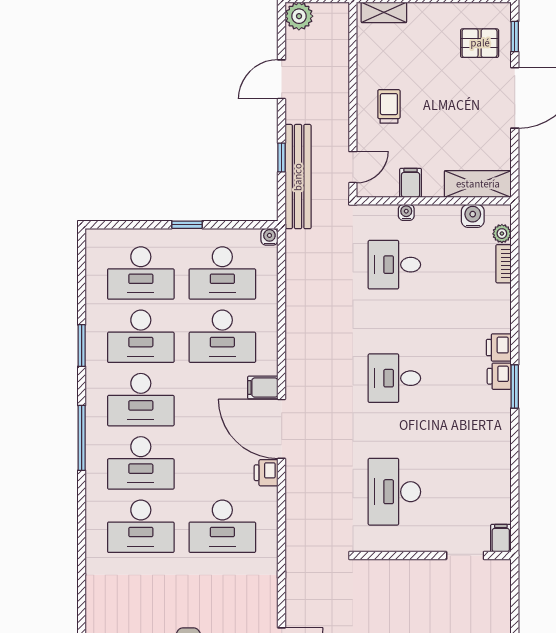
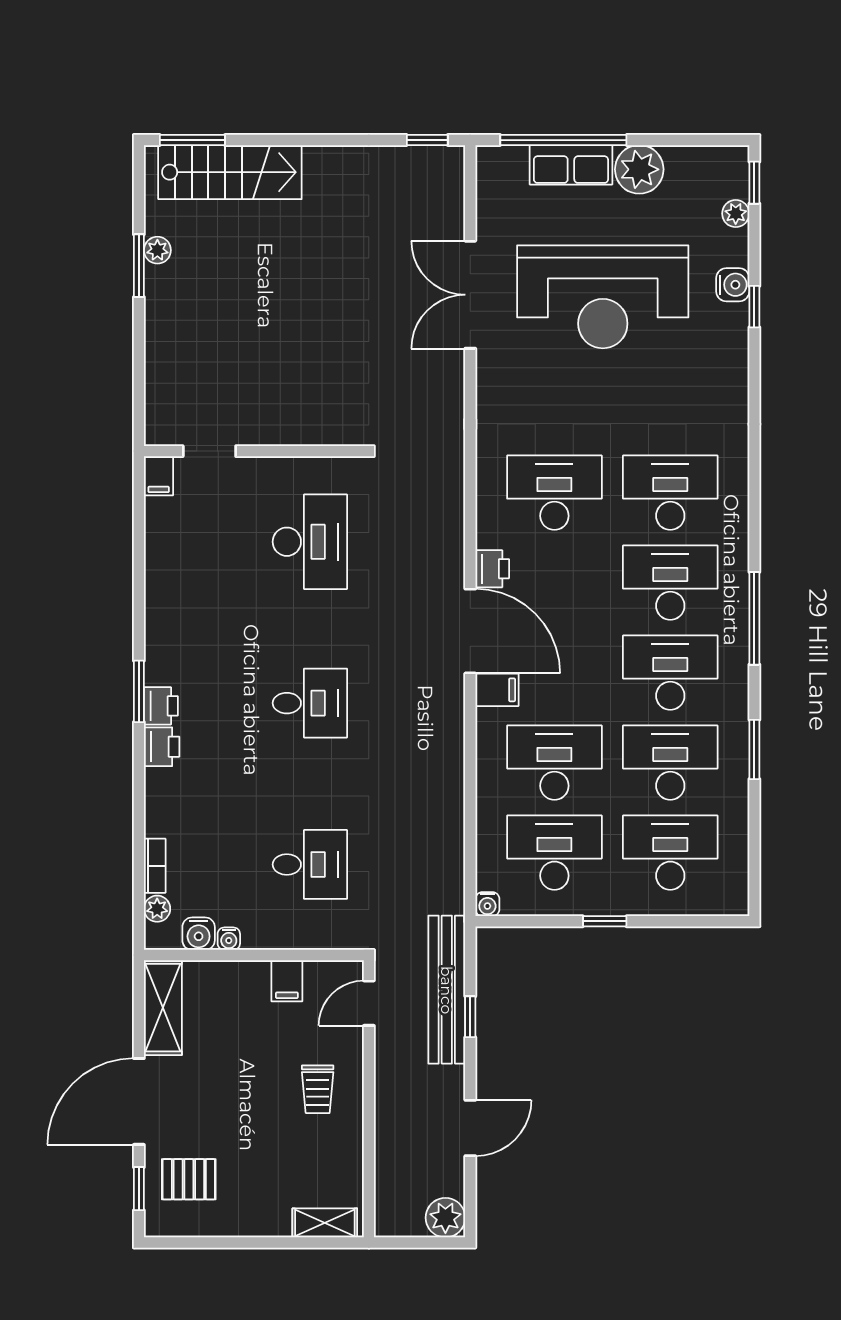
shelving: (478, 184) -> (163, 1008), moved, turned 90
water cooler: (406, 212) -> (229, 939), moved

